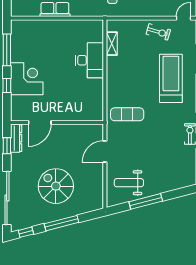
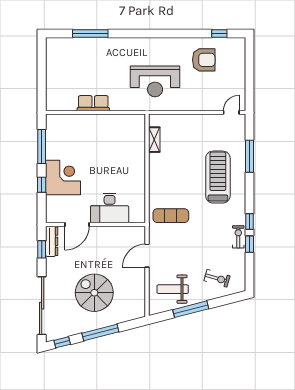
exercise bike: (158, 32) -> (217, 278), moved
desk: (90, 60) -> (110, 208), moved, turned 90

